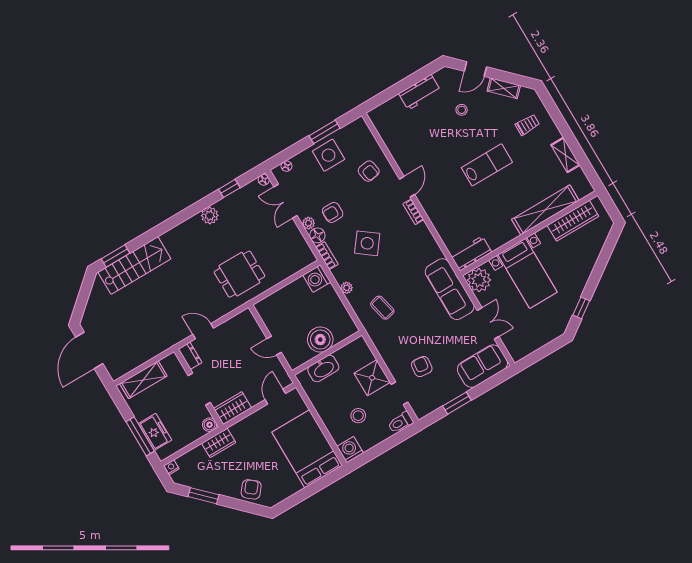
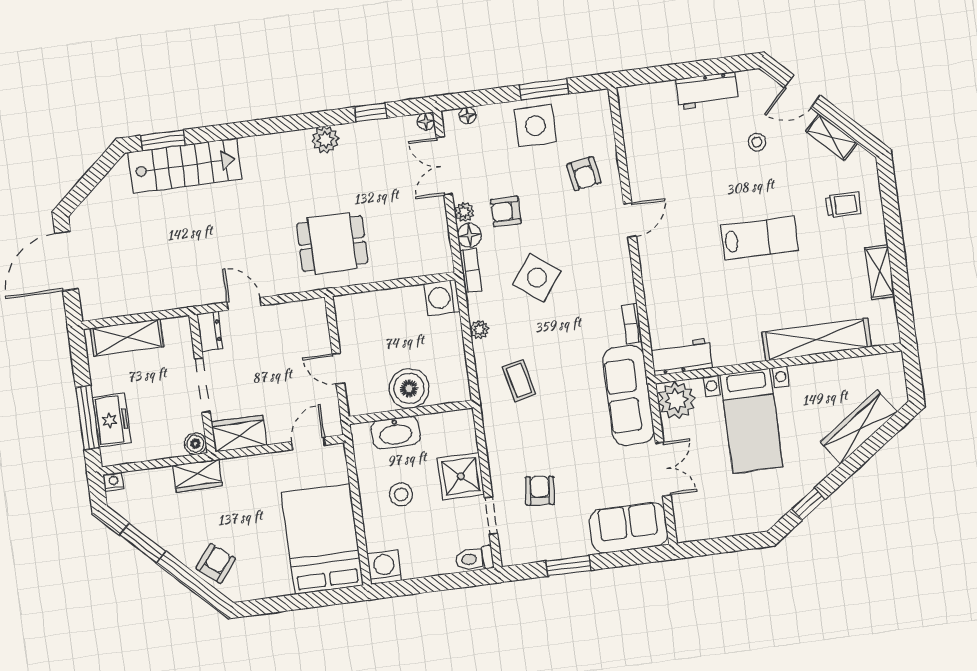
bookcase: (413, 212) -> (632, 324), moved
wardrobe: (573, 221) -> (859, 427), moved, turned 145
stool: (358, 416) -> (401, 494), moved

